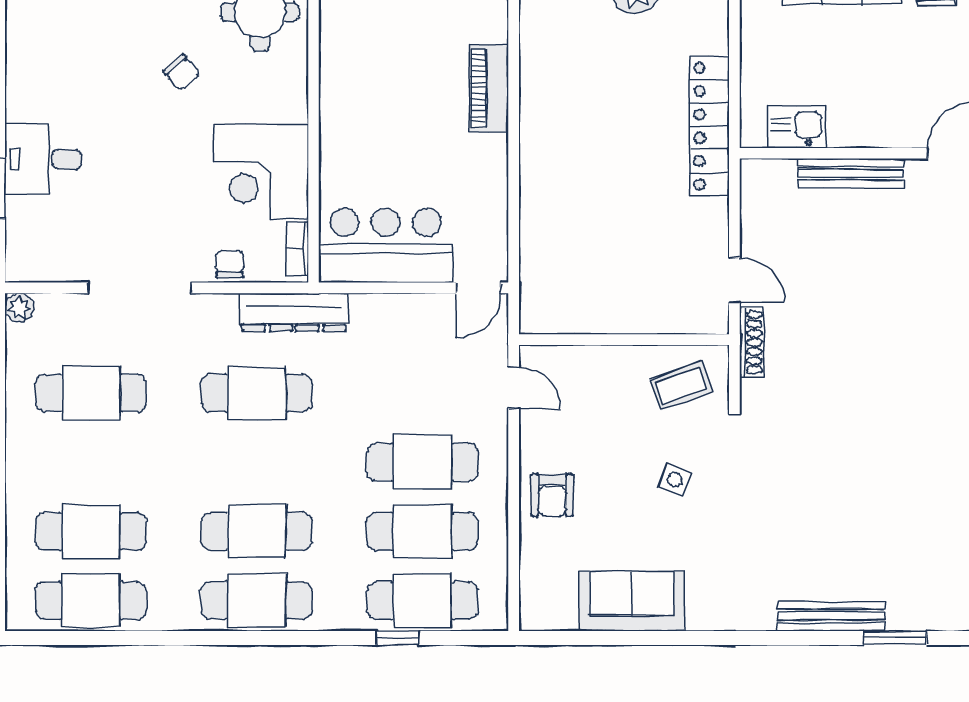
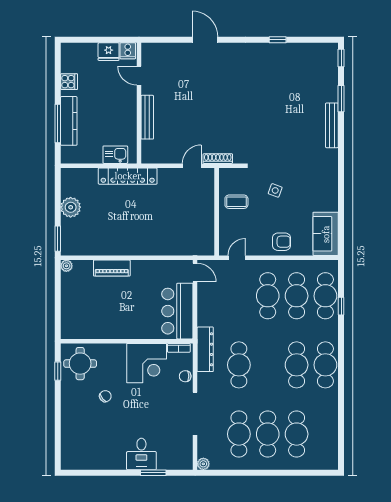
kitchen sink: (797, 127) -> (115, 155), moved, turned 90
coffee table: (681, 386) -> (236, 202), moved, turned -70
cafe table: (91, 600) -> (268, 434), moved
sofa: (632, 601) -> (326, 234), moved

